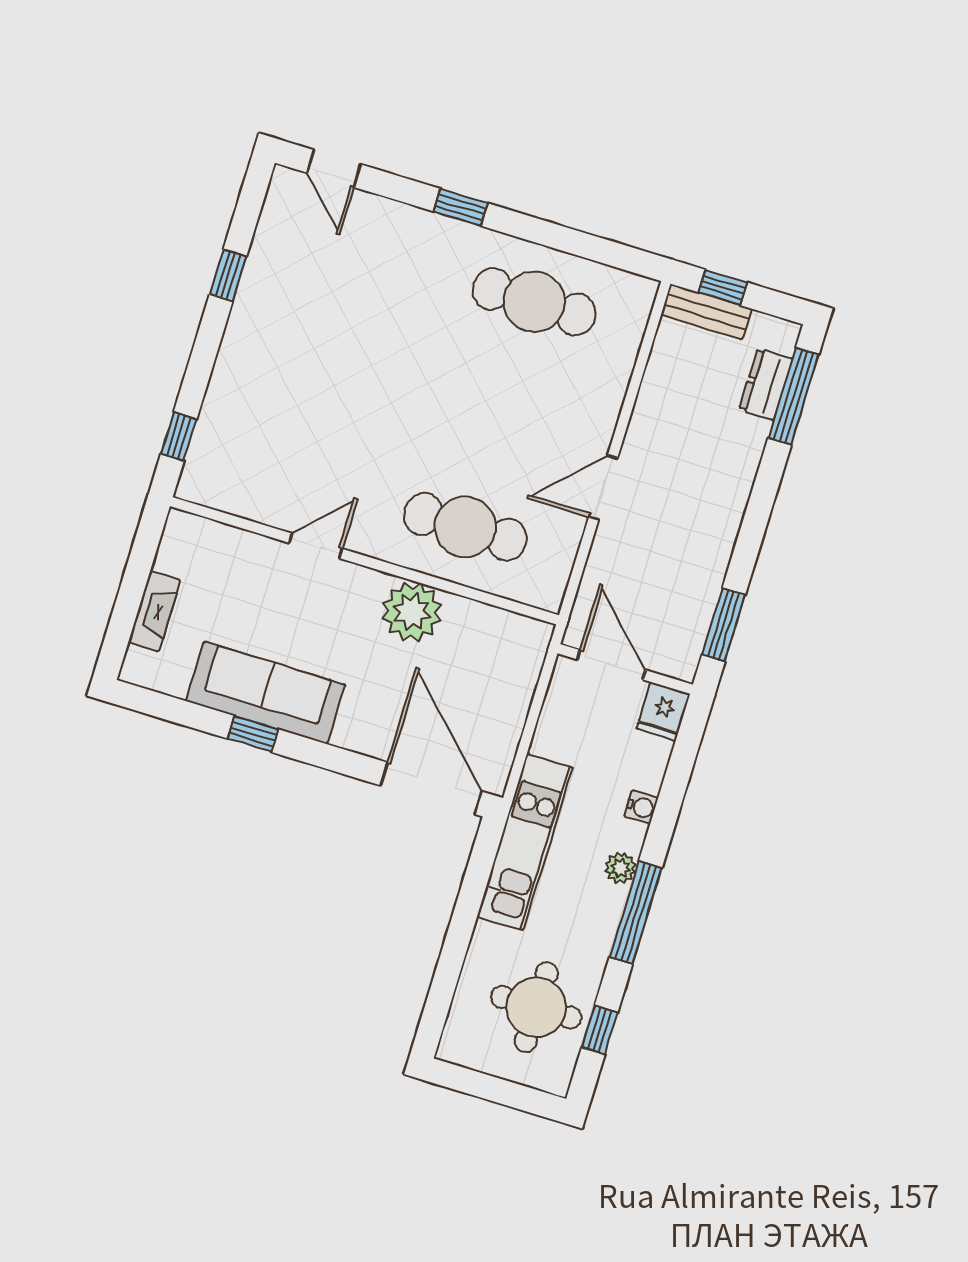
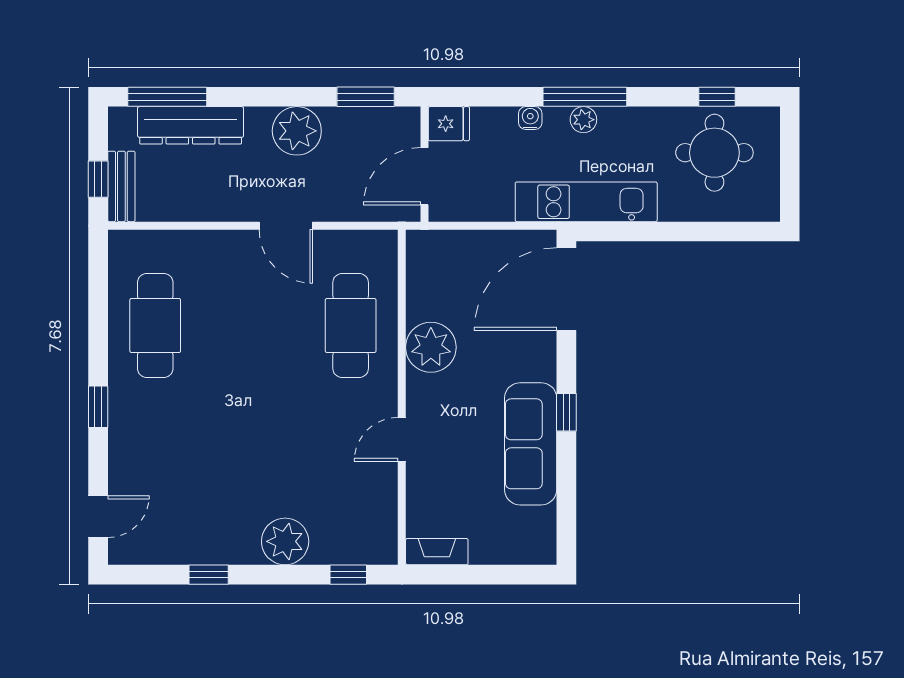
plant: (239, 375) -> (285, 541), added
dresser: (766, 384) -> (191, 125), width x1.96, depth x1.24
plant: (709, 533) -> (297, 131), added
door: (316, 546) -> (402, 439), hinge flipped
fireplace: (154, 611) -> (437, 552), moved
window: (253, 734) -> (566, 412), moved
window: (636, 912) -> (585, 97), moved

